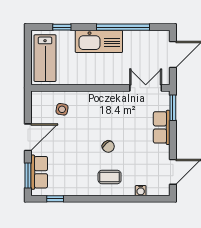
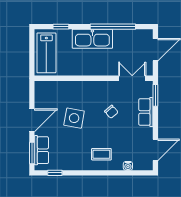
side table: (62, 109) -> (74, 118), moved, width x1.87, depth x1.87
chair: (108, 146) -> (111, 112), moved

